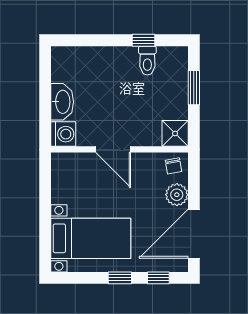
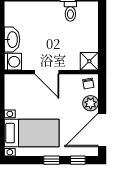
window: (194, 88) -> (102, 30), removed

